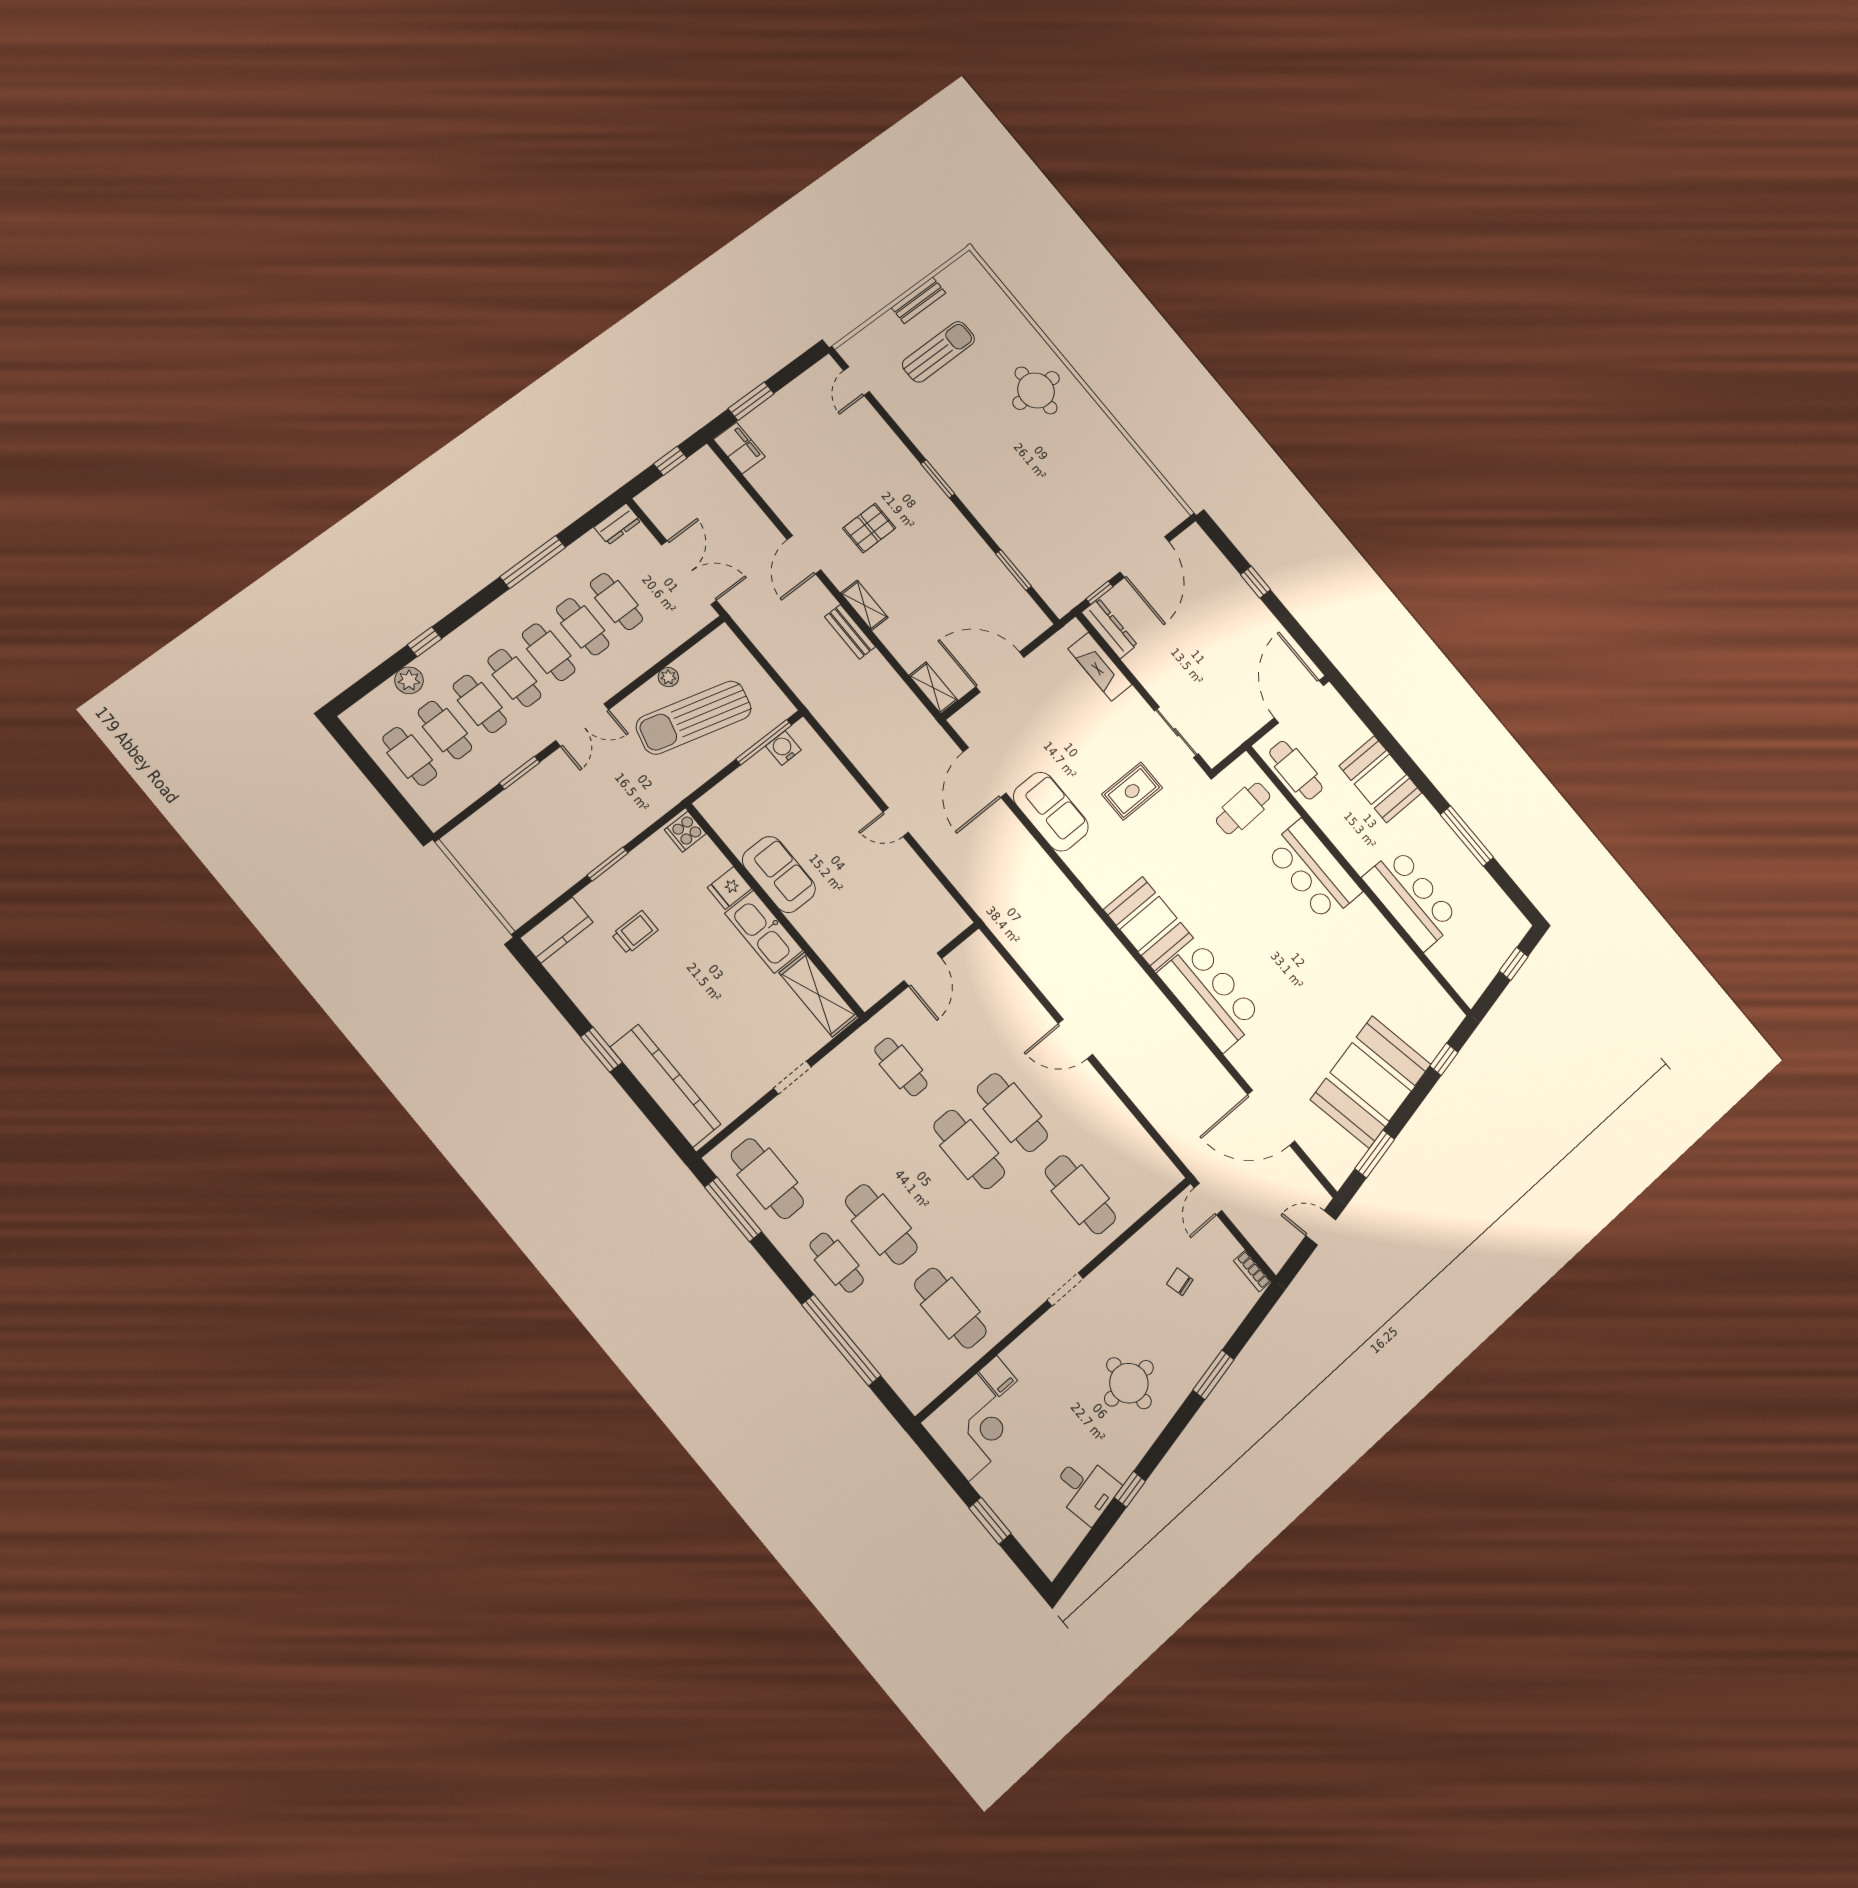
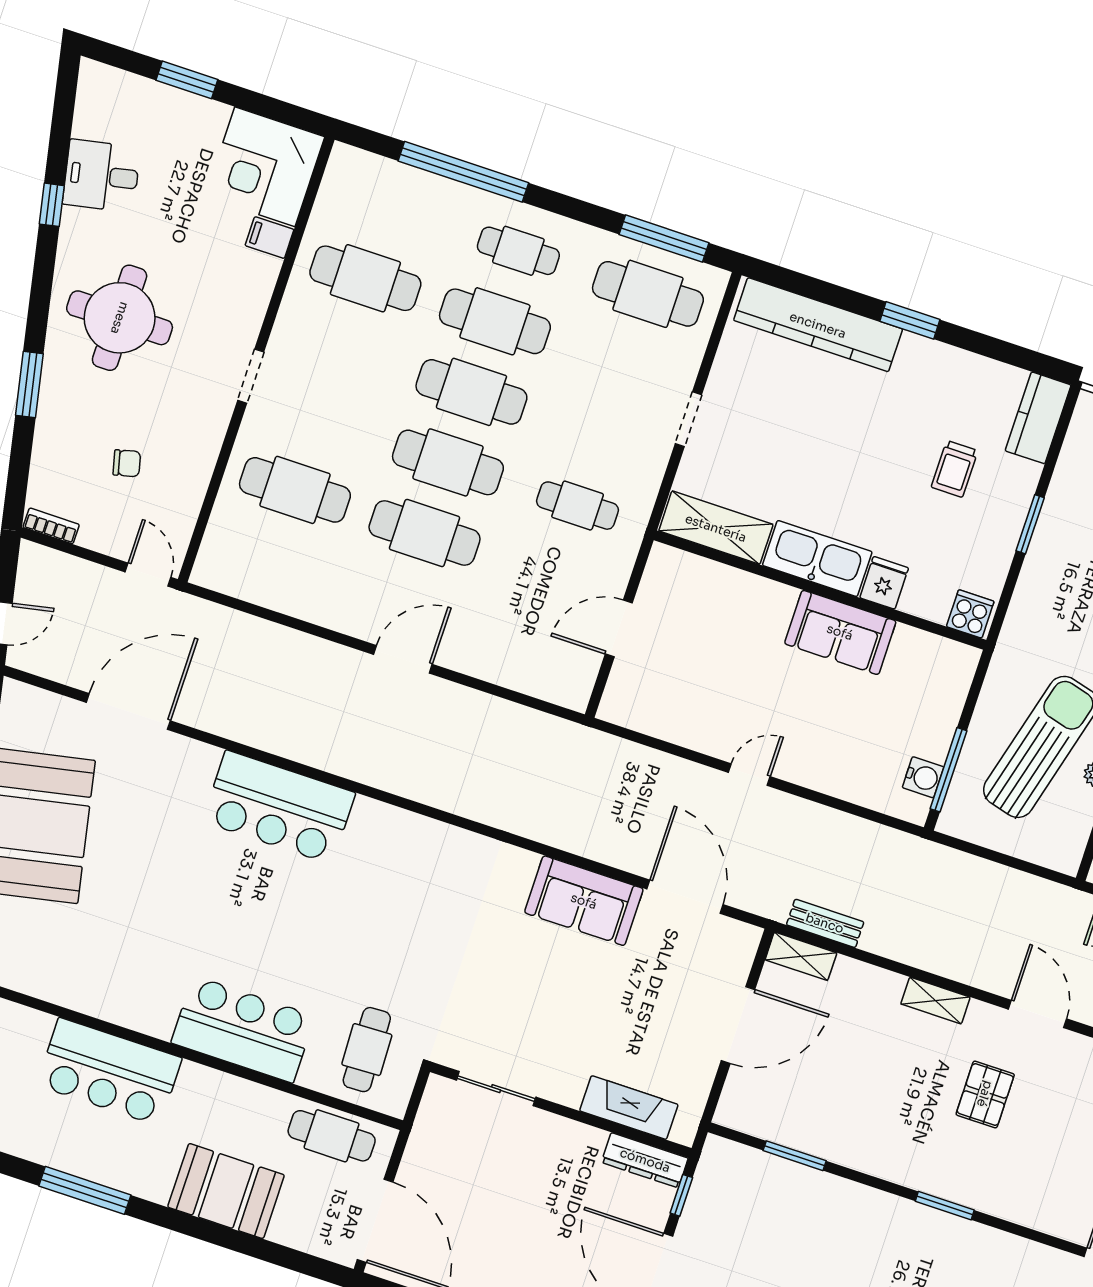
bench: (850, 632) -> (825, 923), moved
rug: (1132, 791) -> (506, 986), removed
booth: (1148, 924) -> (397, 844), removed
door: (923, 970) -> (619, 629), hinge flipped
cafe table: (926, 1187) -> (471, 392), added
round table: (1129, 1383) -> (120, 318), width x1.36, depth x1.36

